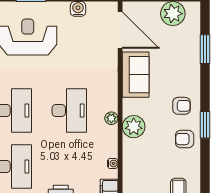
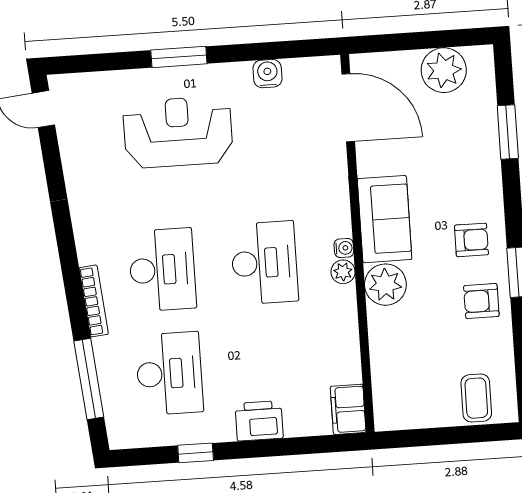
sofa: (136, 75) -> (385, 219), moved
water cooler: (113, 164) -> (344, 248), moved

